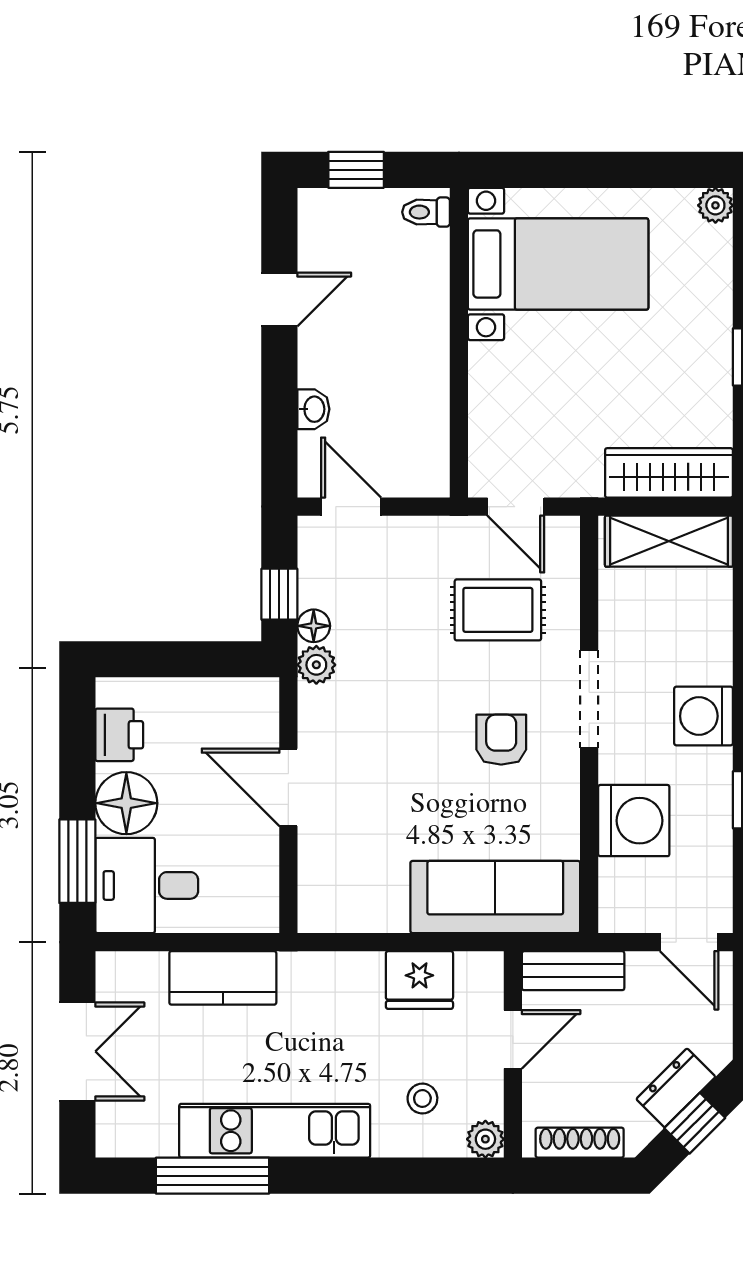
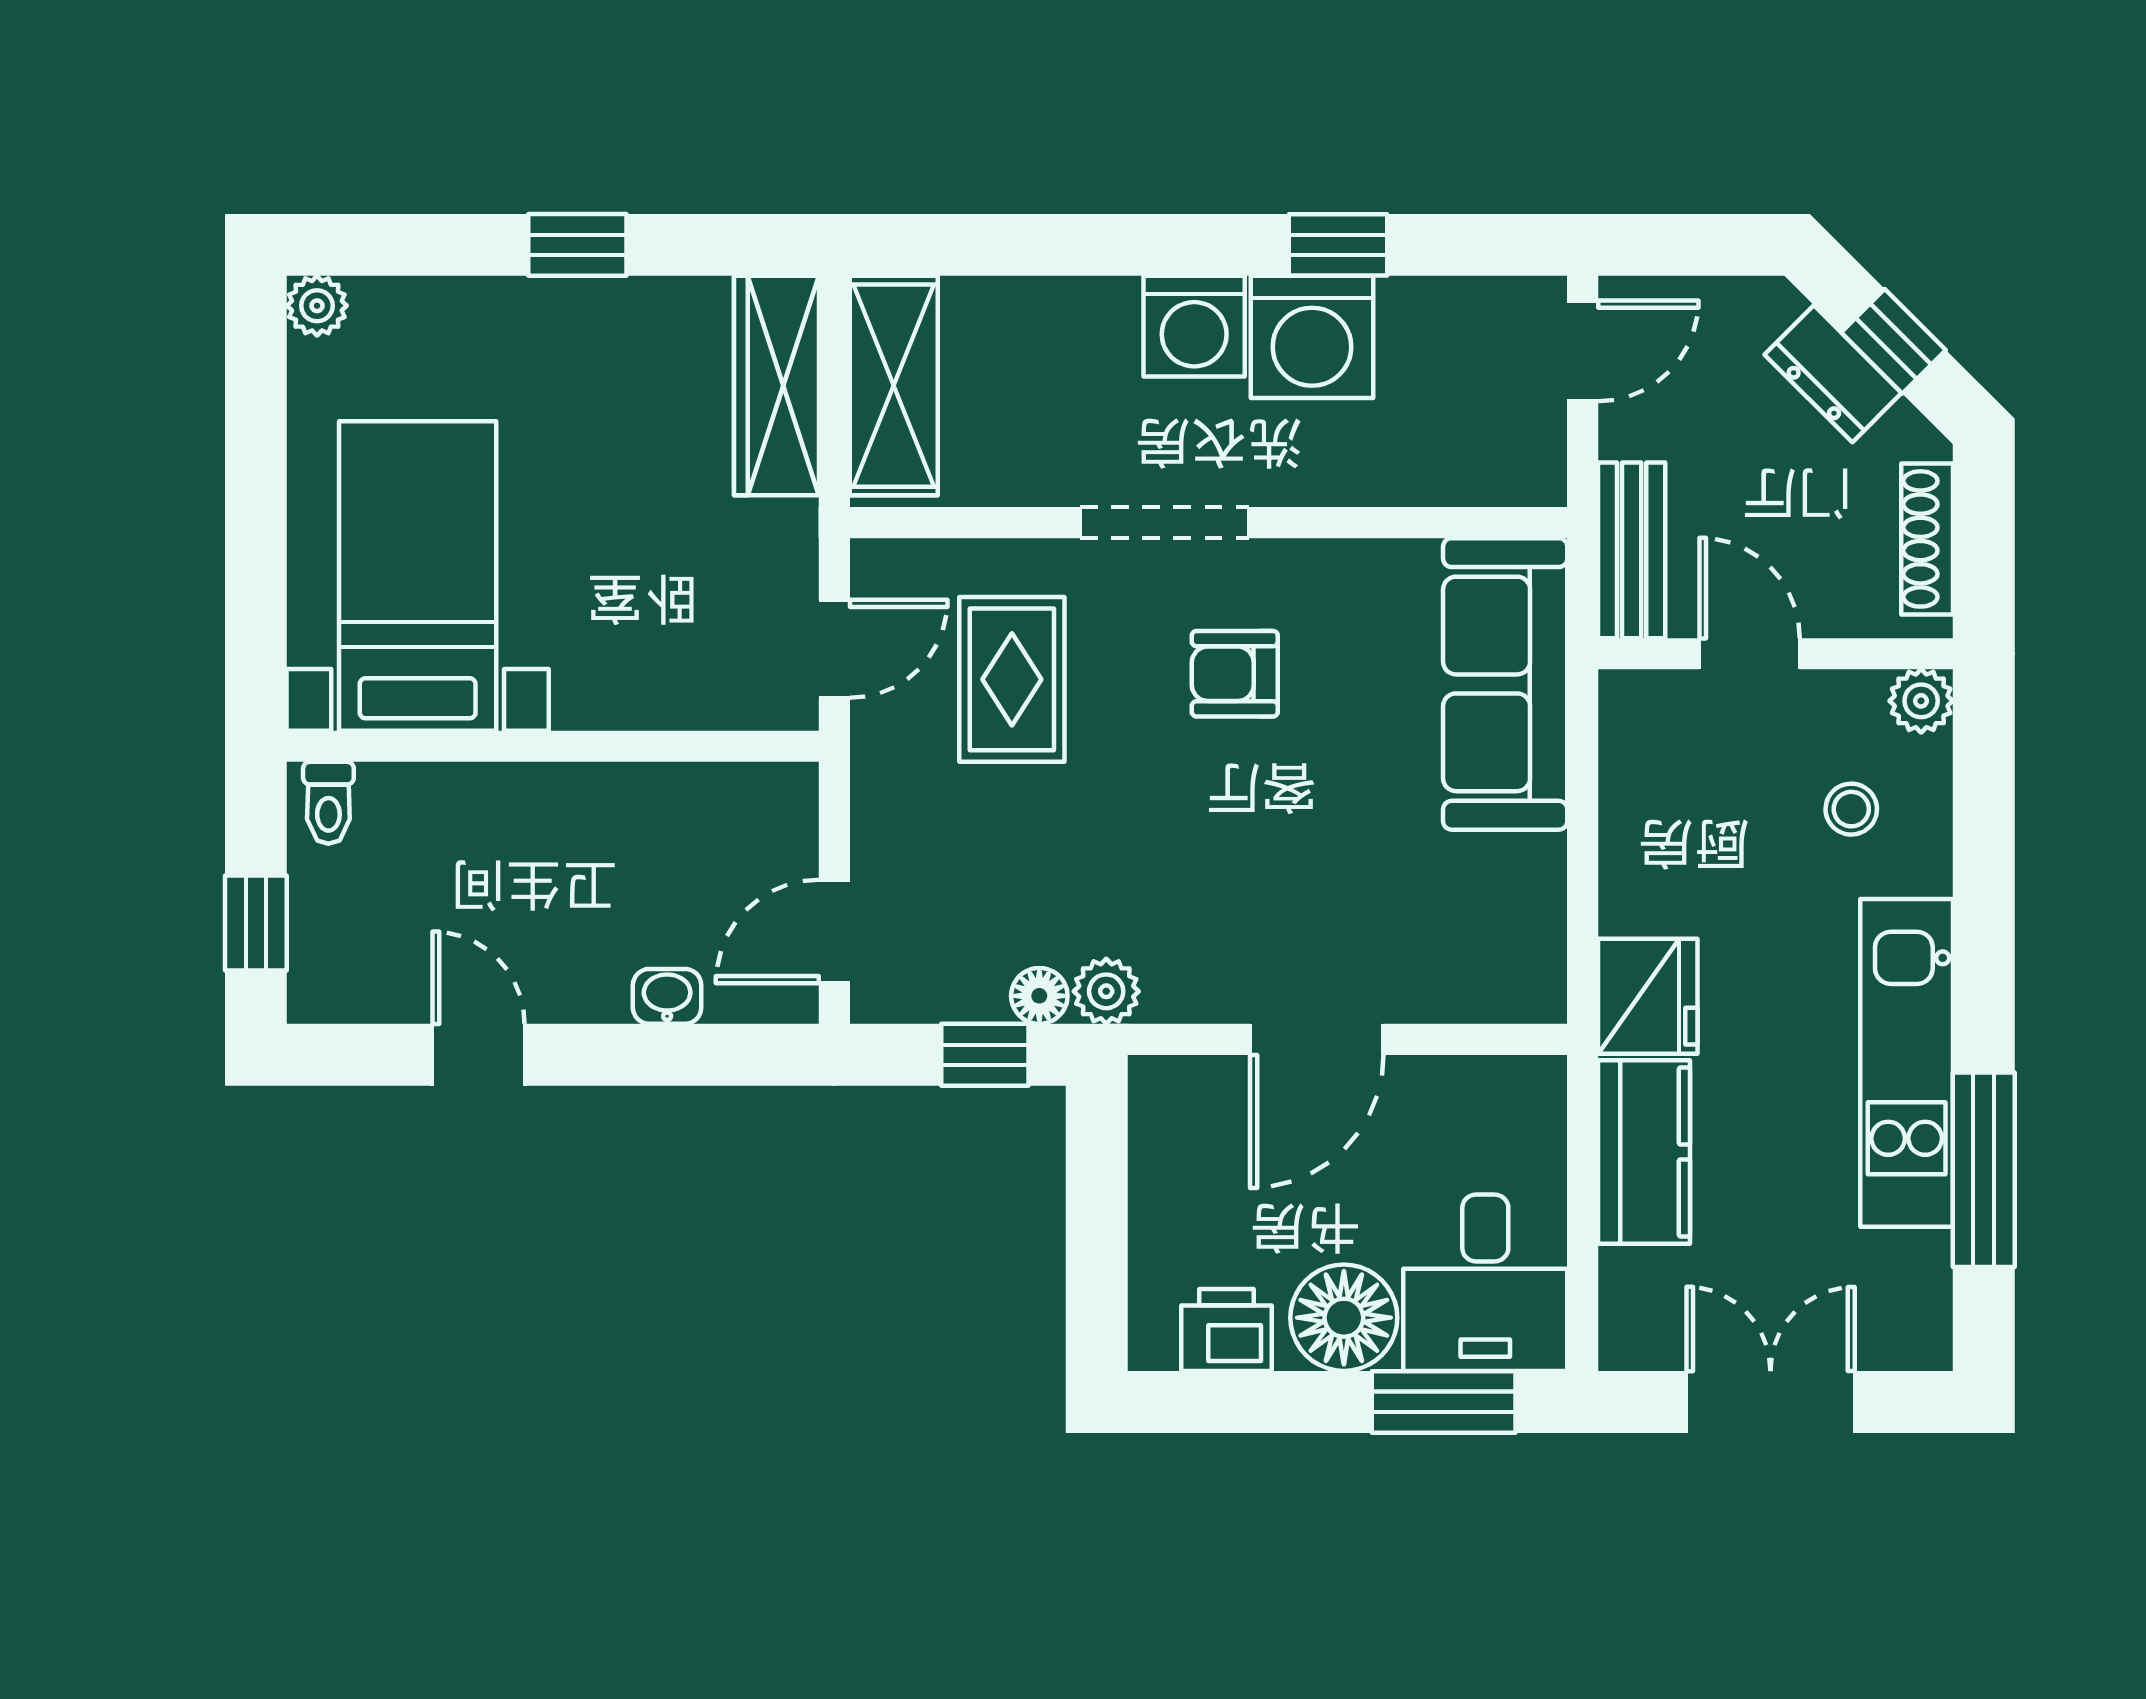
washing machine: (634, 821) -> (1312, 337), moved, turned 180
fridge: (419, 980) -> (1648, 996), moved

